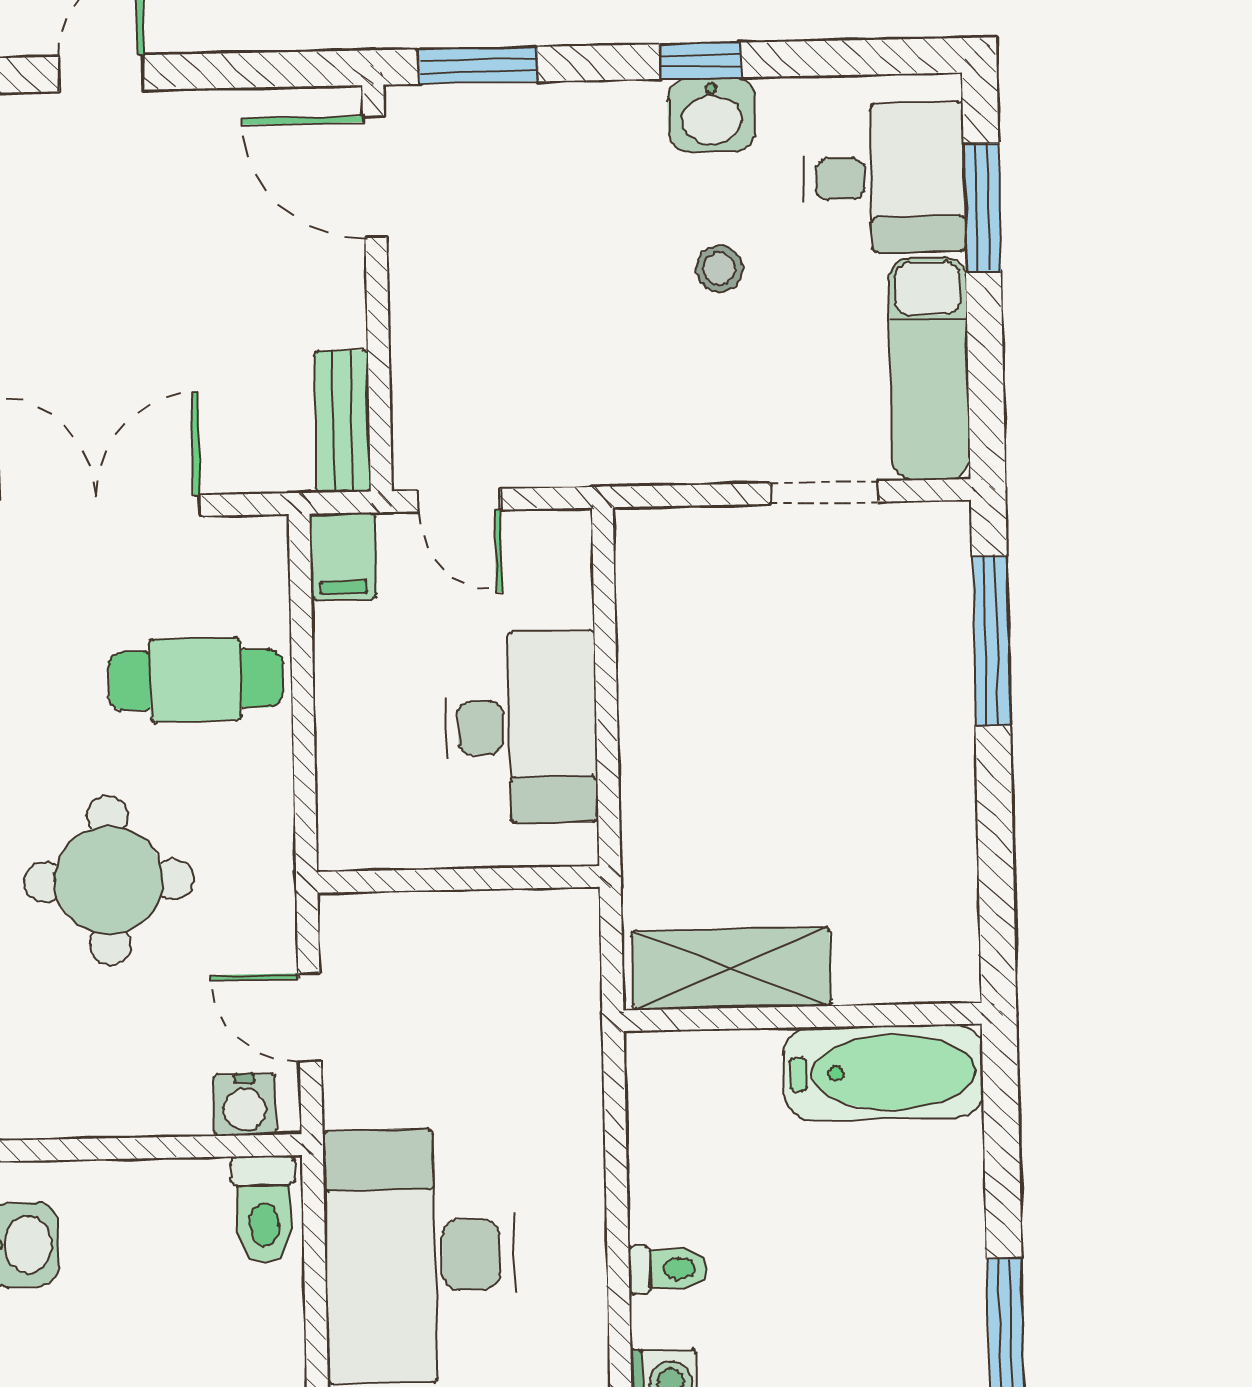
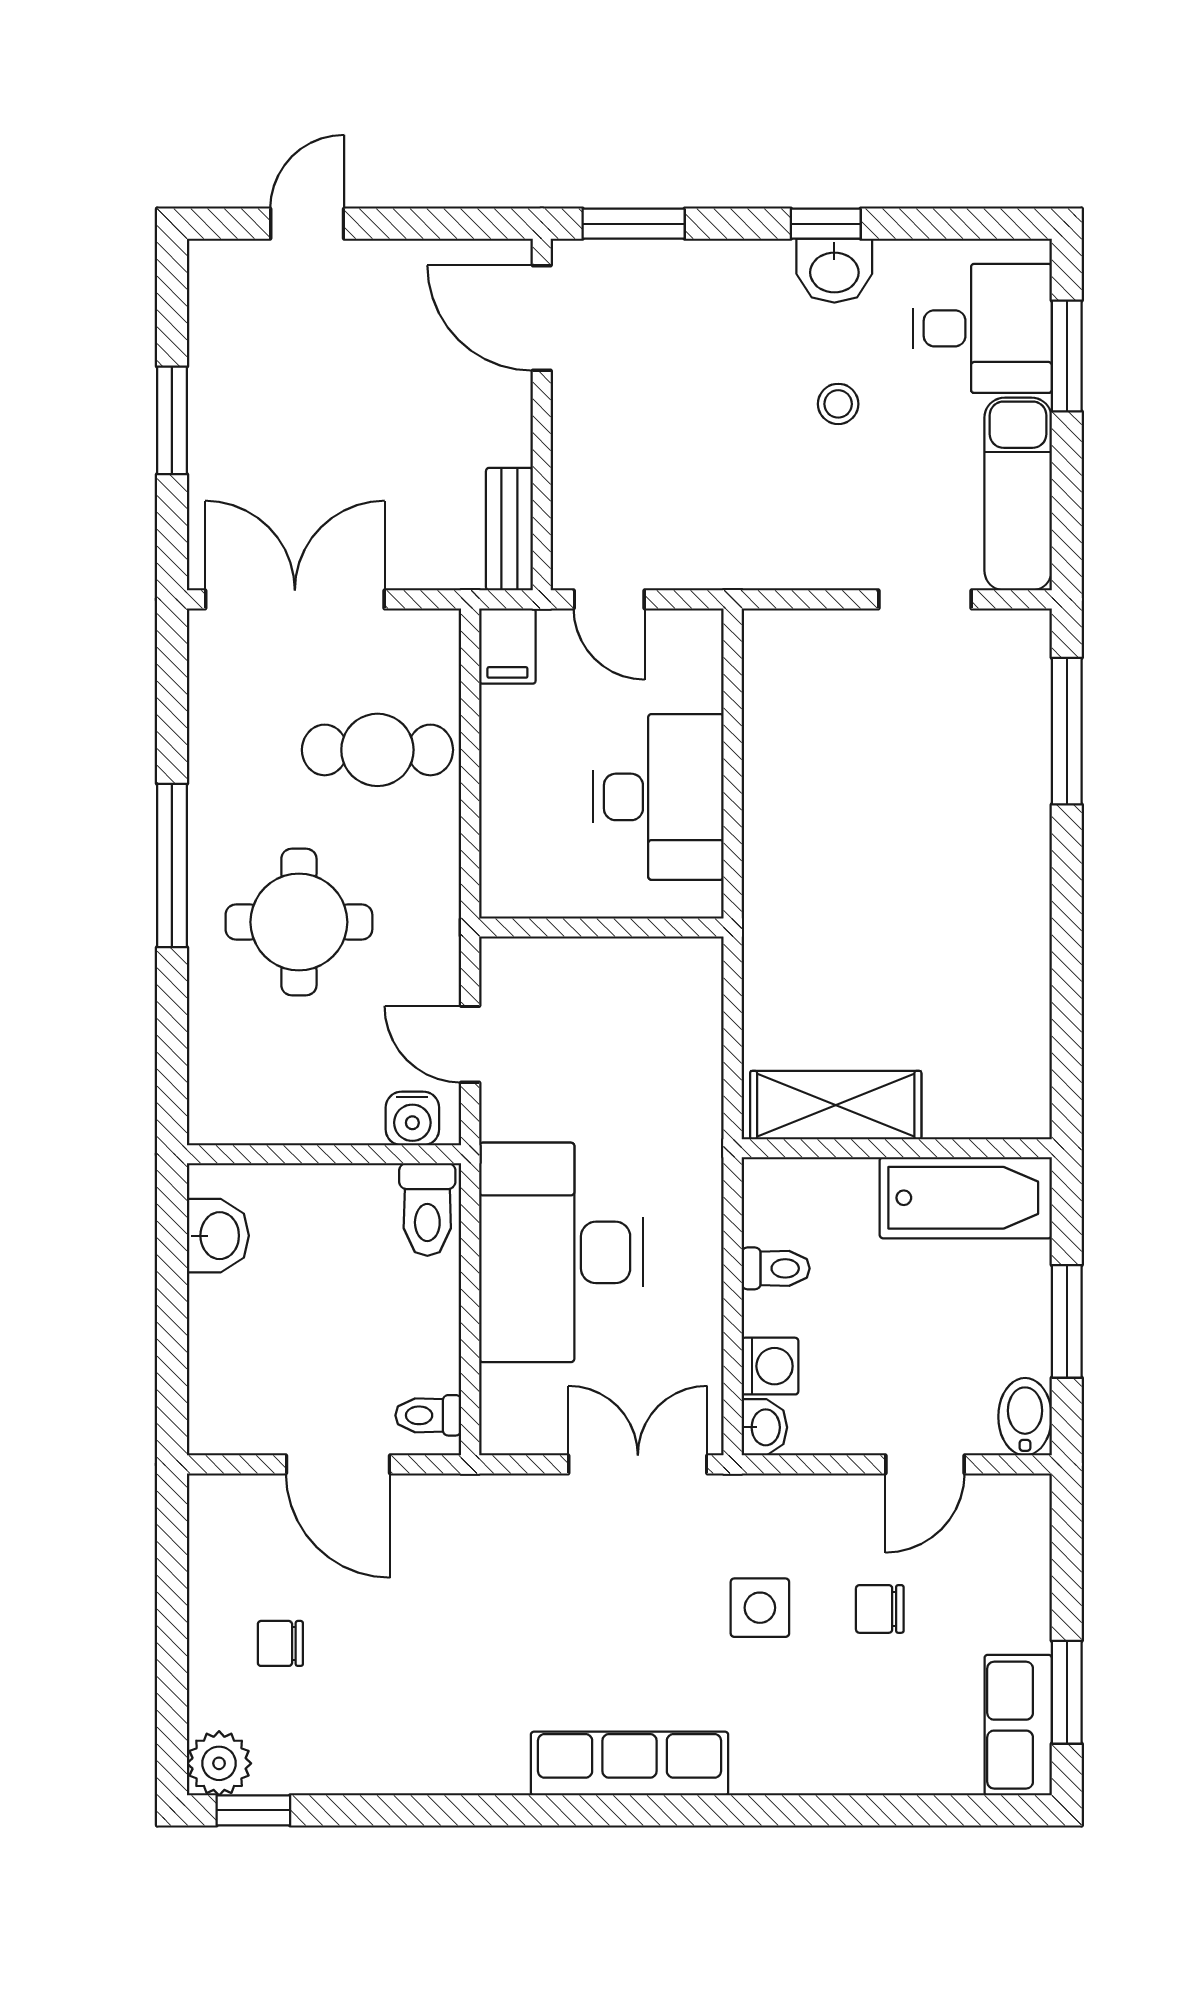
shelving: (731, 969) -> (836, 1105), moved
wall: (803, 1017) -> (897, 1148), moved
bathtub: (884, 1072) -> (966, 1198), moved

